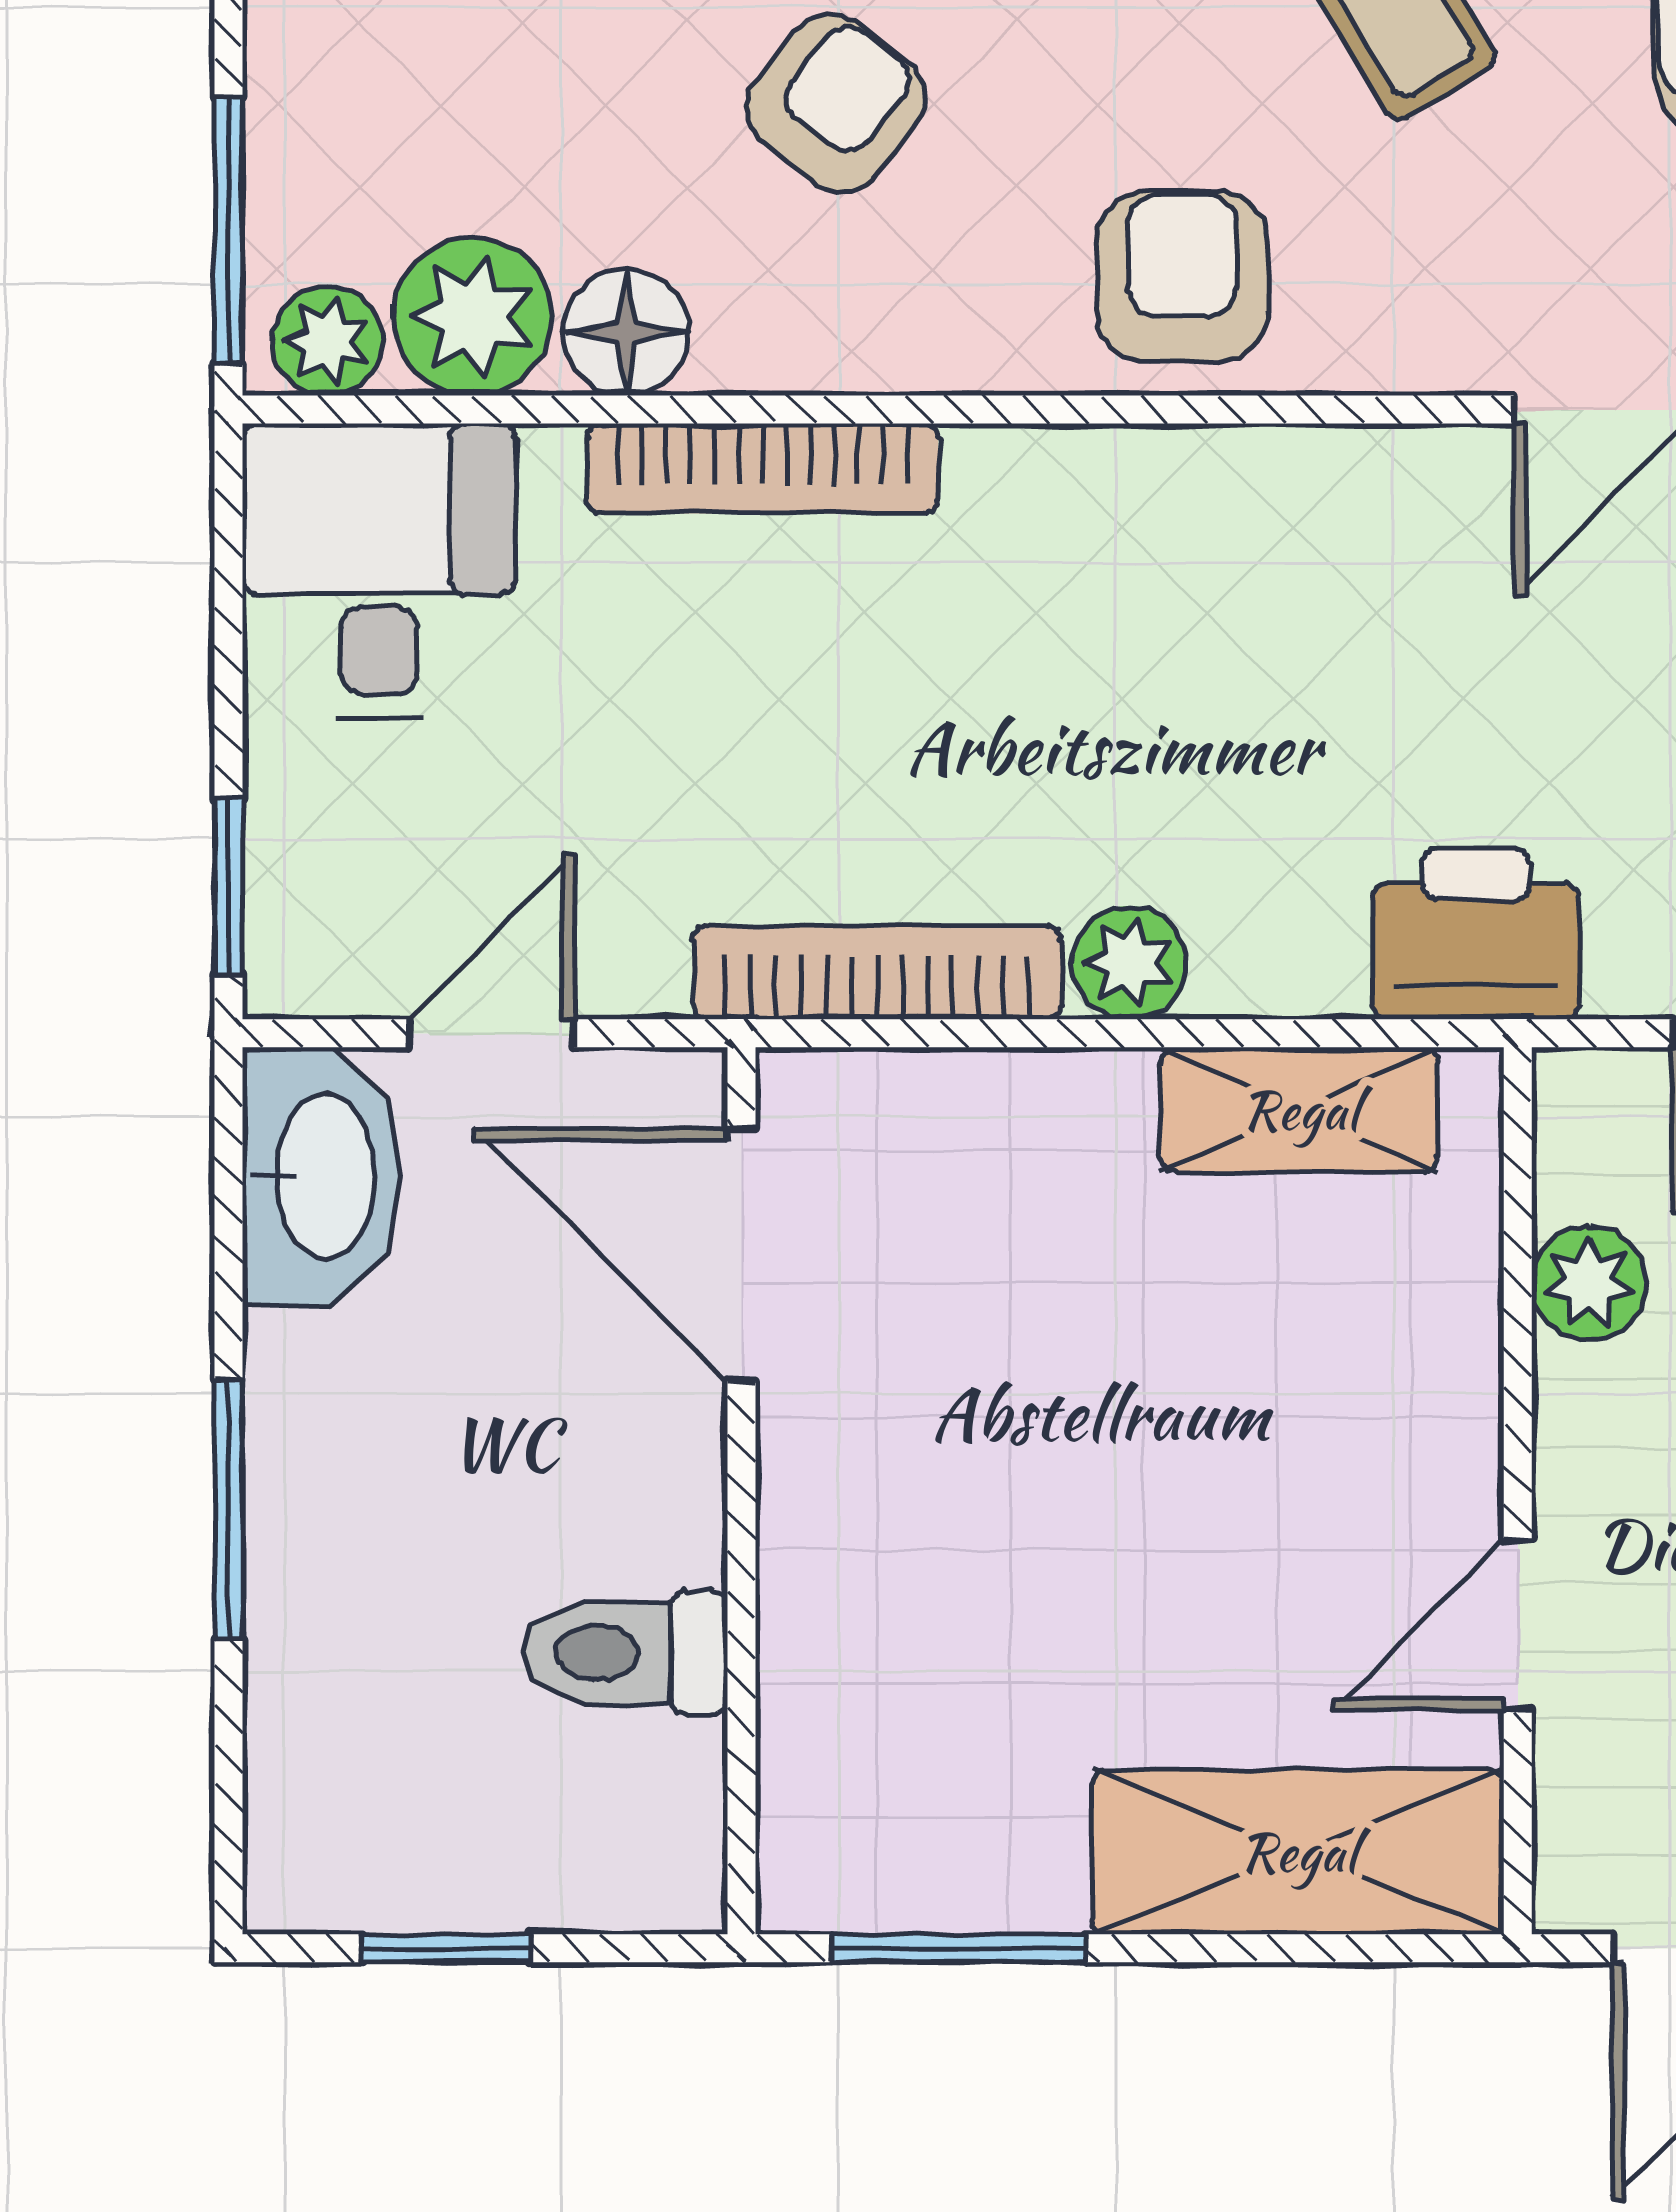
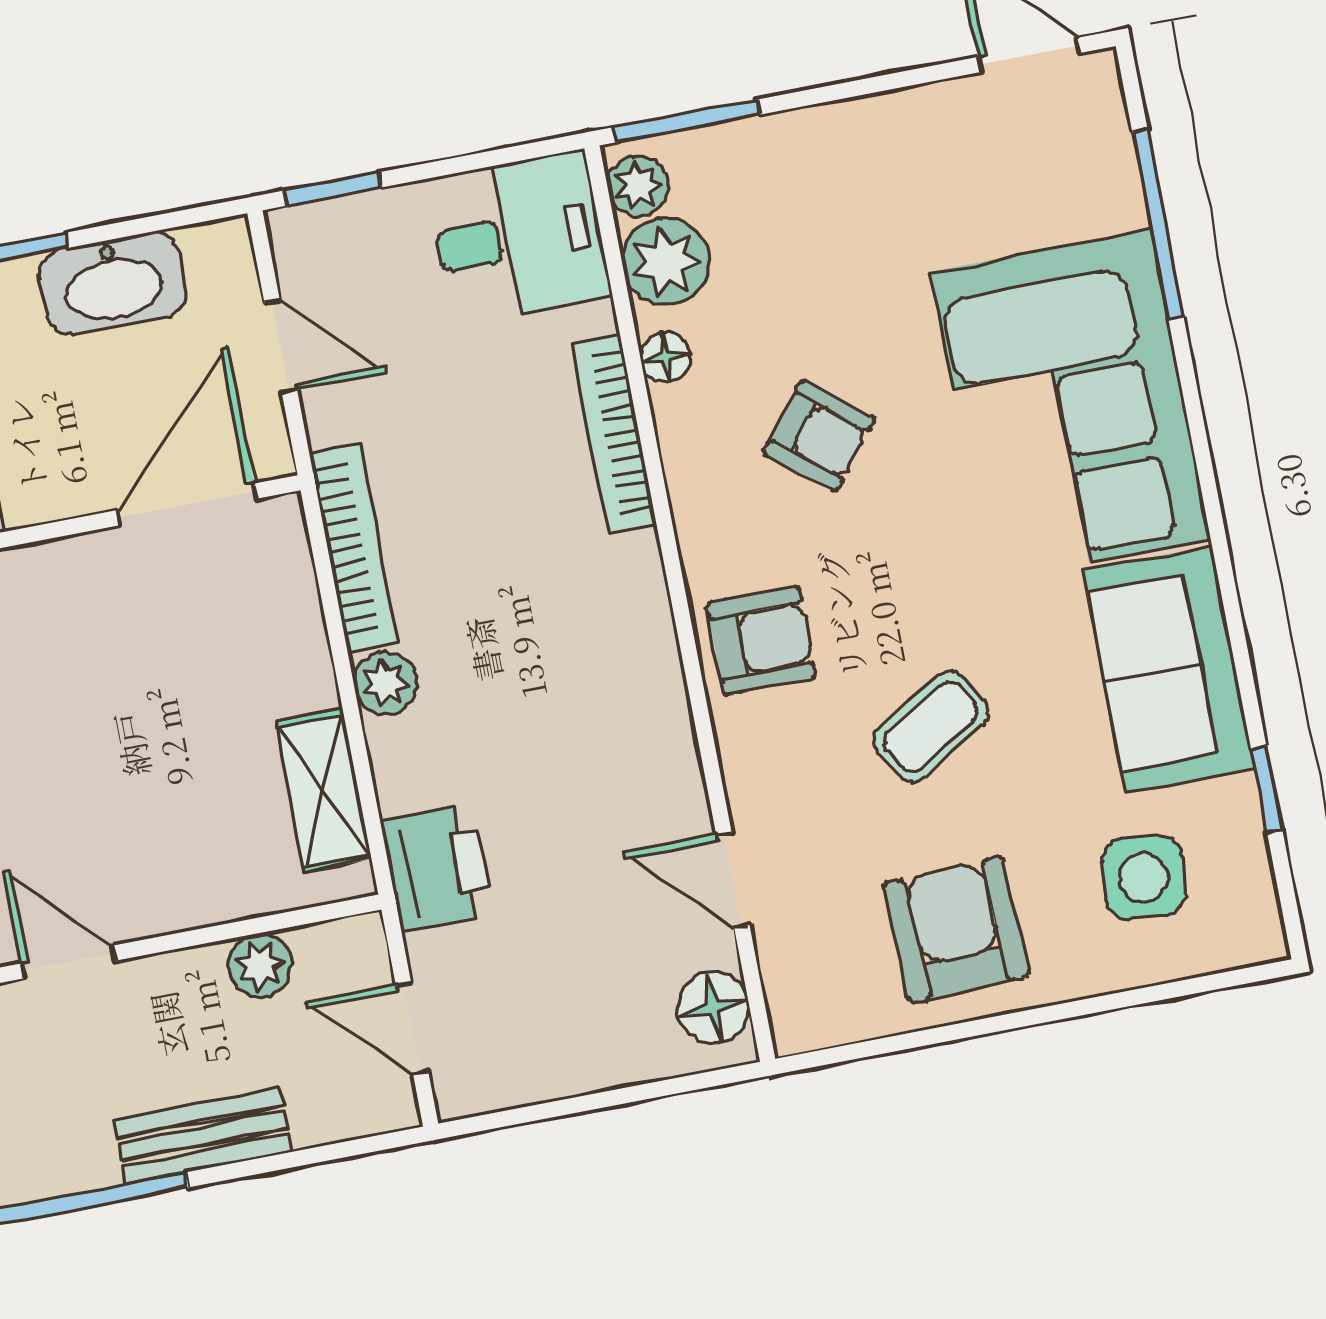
floor lamp: (626, 332) -> (666, 357), width x0.73, depth x0.73
washbasin: (321, 1176) -> (113, 283), moved

